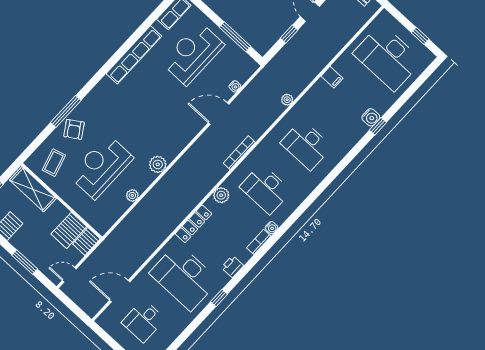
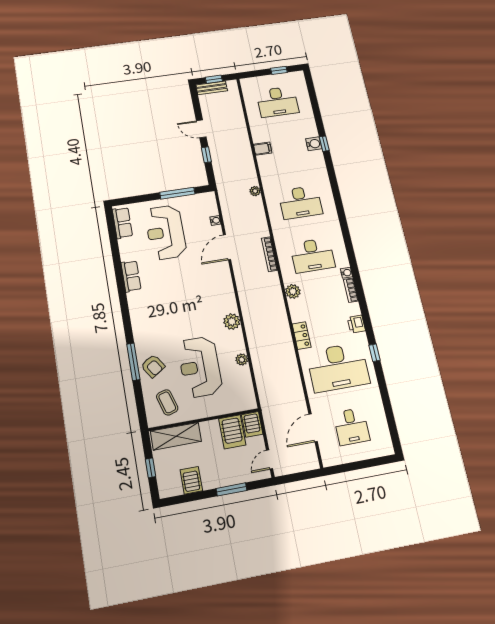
row of seats: (134, 55) -> (131, 276), width x0.50
desk: (388, 57) -> (277, 102), width x0.73, depth x0.77
locker: (193, 224) -> (302, 336), width x0.66

